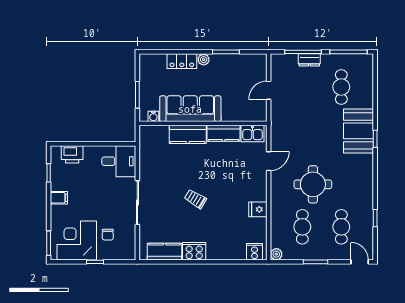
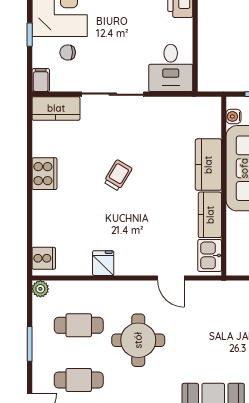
kitchen counter: (165, 252) -> (56, 108), moved, turned 90
filing cabinet: (127, 254) -> (41, 80), added

